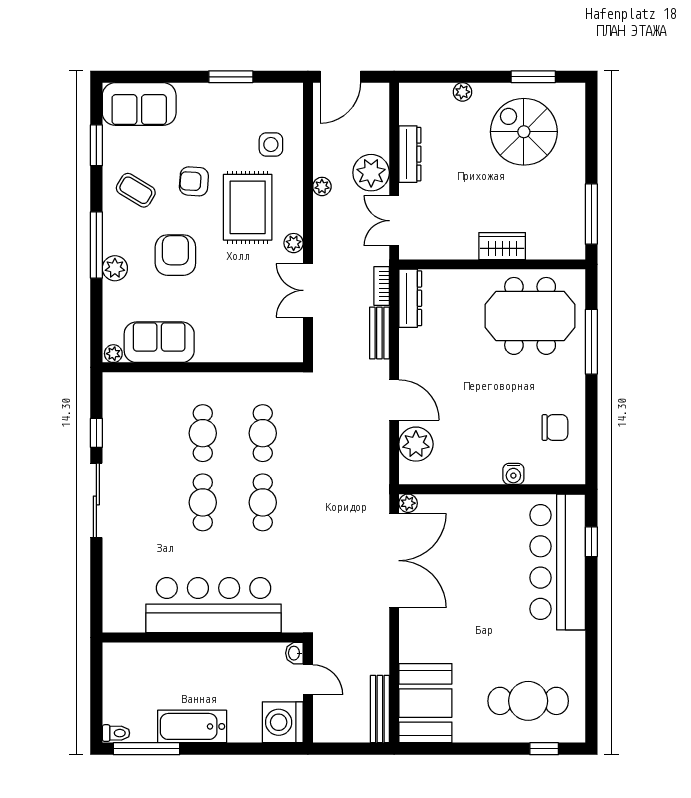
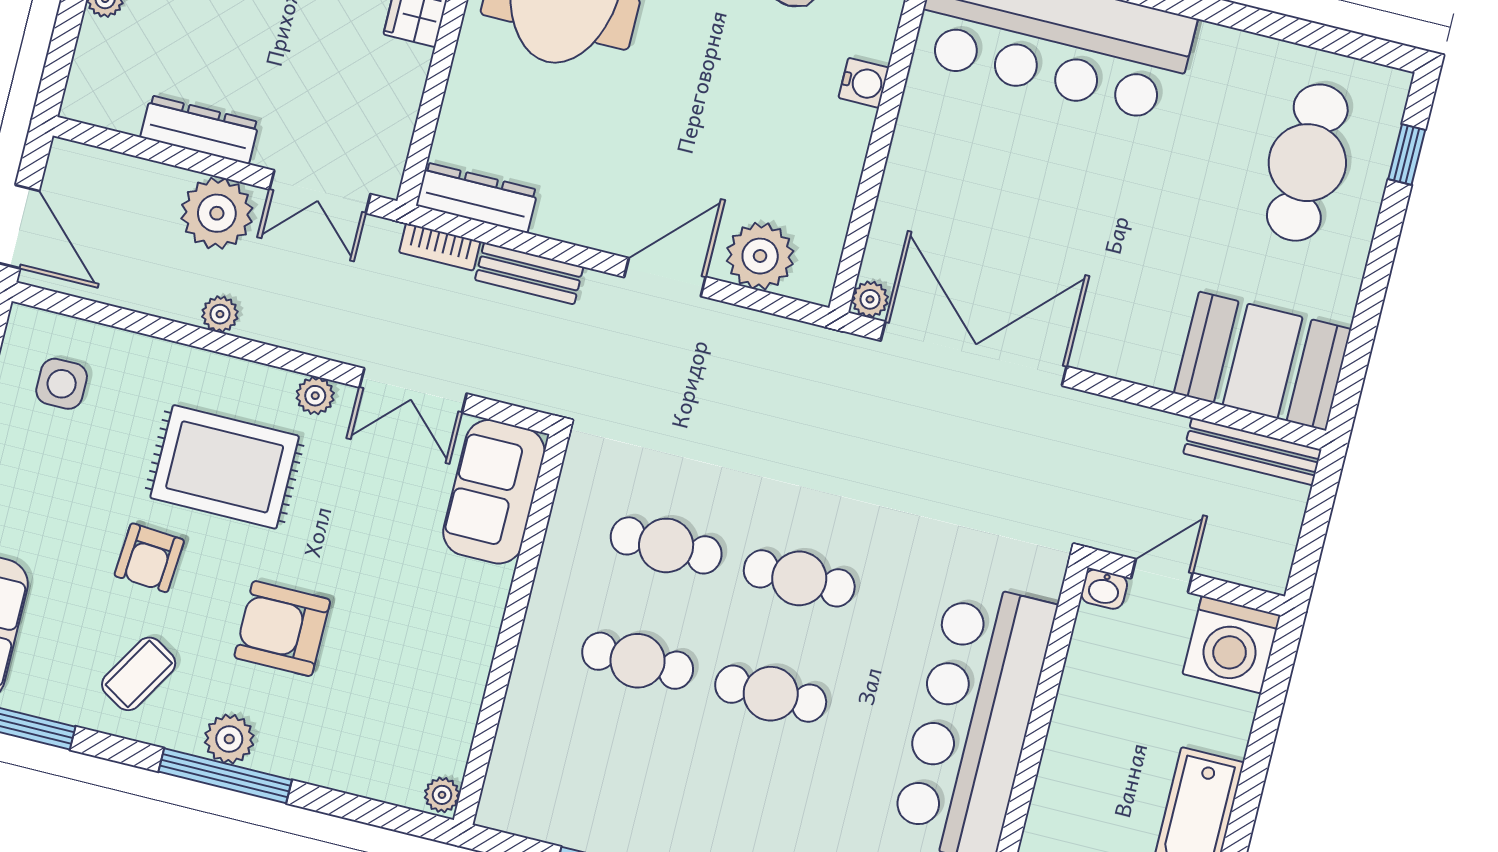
side table: (271, 144) -> (62, 384), moved
plant: (115, 268) -> (229, 739), moved
sofa: (159, 342) -> (494, 492), moved

